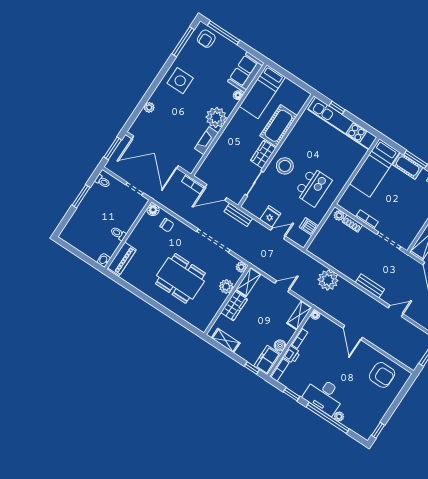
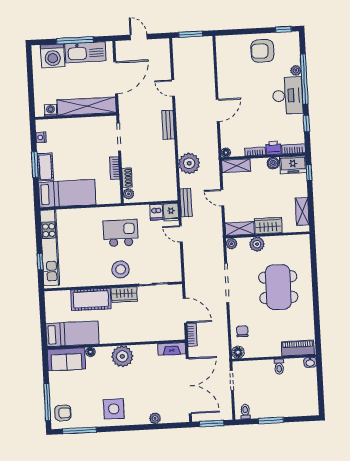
fireplace: (206, 141) -> (172, 349), moved
bench: (238, 215) -> (186, 203), moved
fridge: (270, 216) -> (171, 212), moved, turned -90
armchair: (382, 375) -> (262, 51), moved, turned -90

